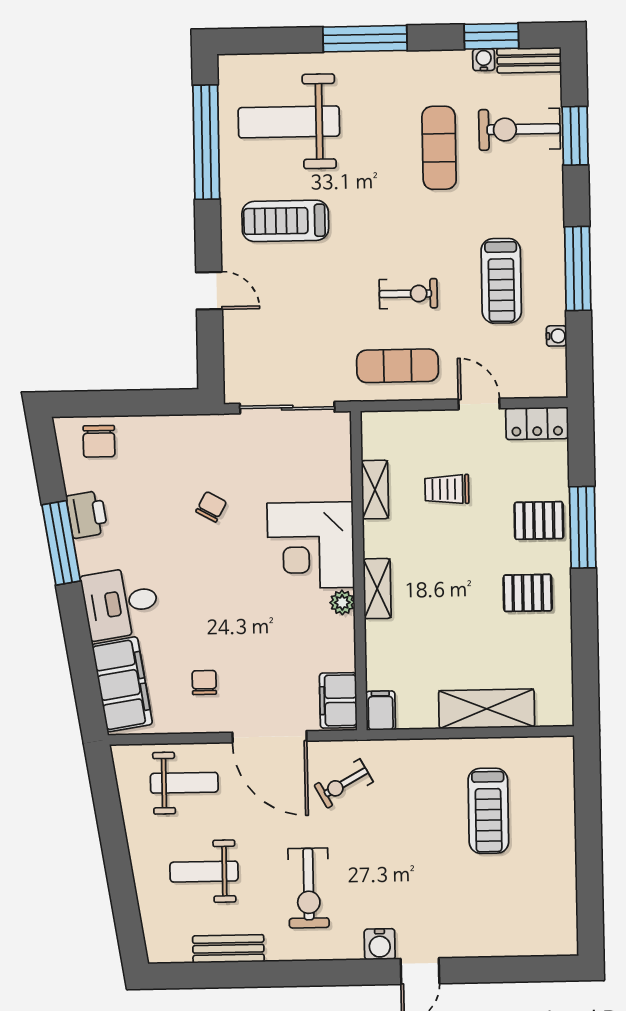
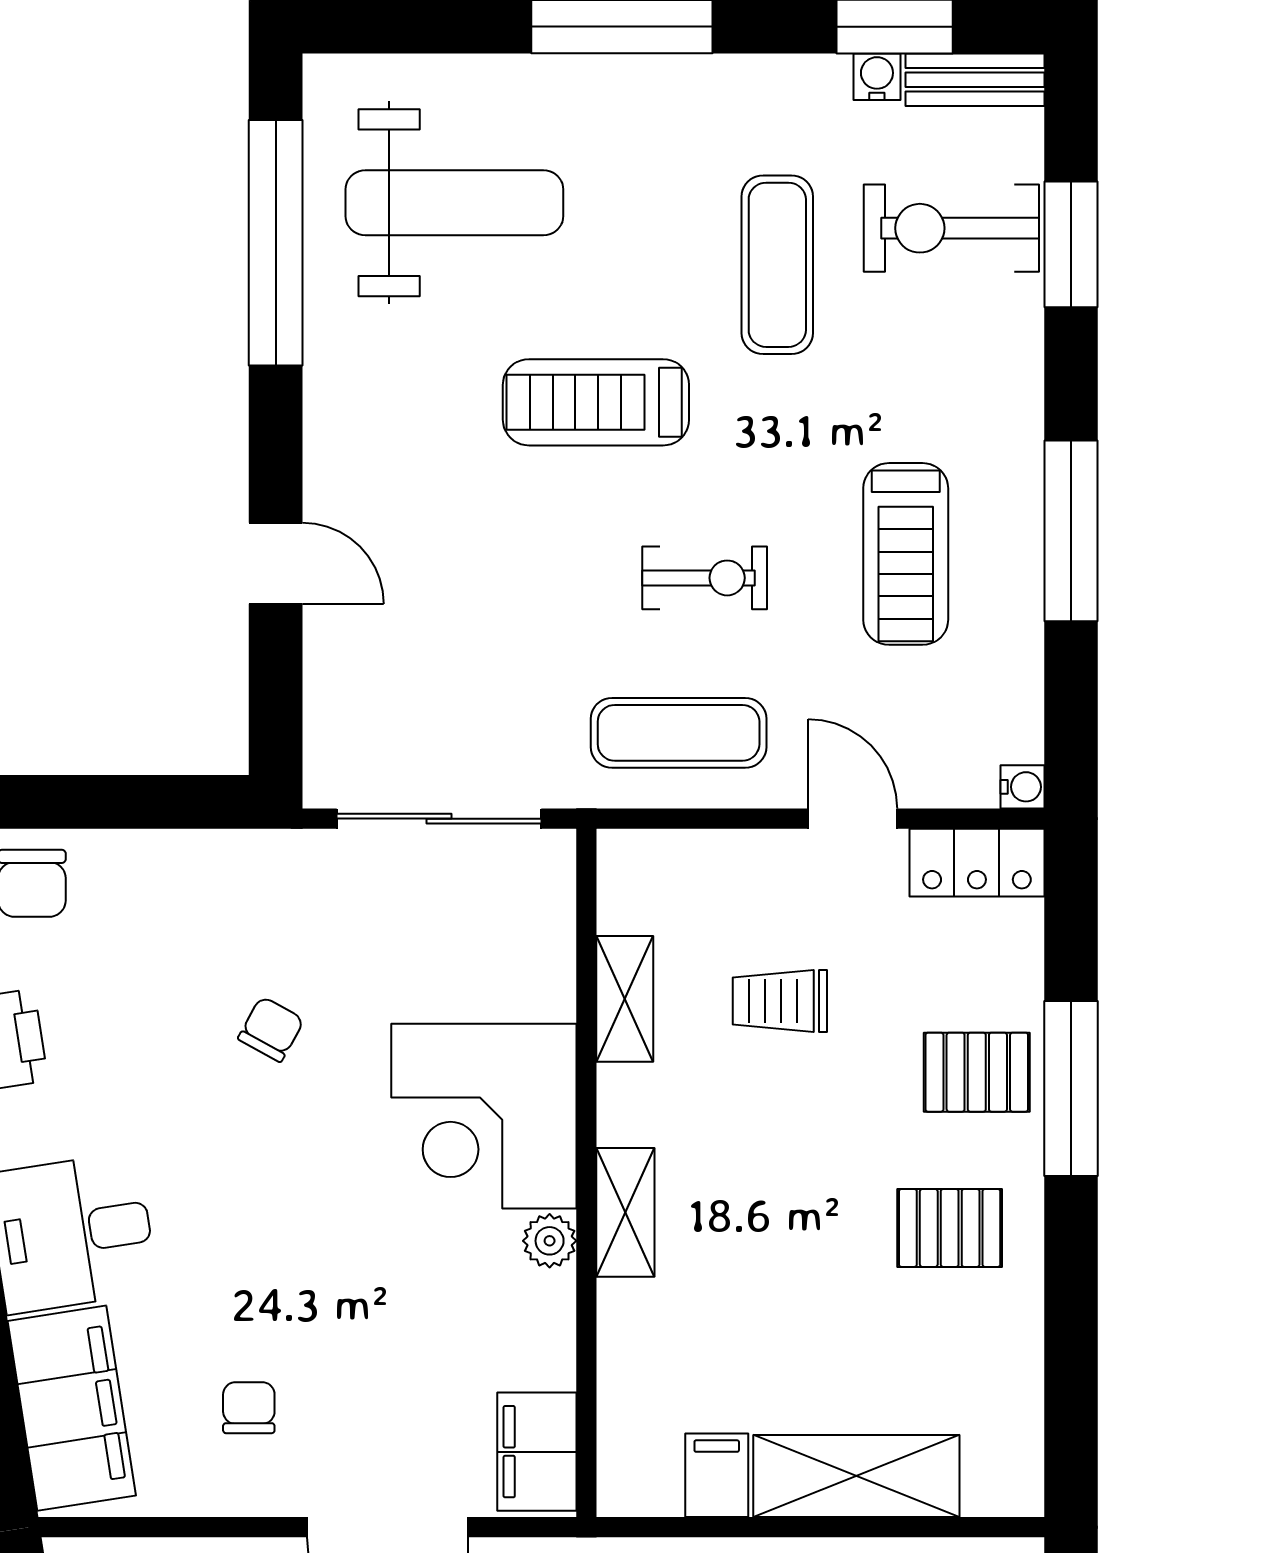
weight bench: (289, 122) -> (454, 203), turned 180
treadmill: (285, 221) -> (596, 402), moved
water cooler: (557, 336) -> (1022, 787), moved
filing cabinet: (381, 711) -> (717, 1475), moved

